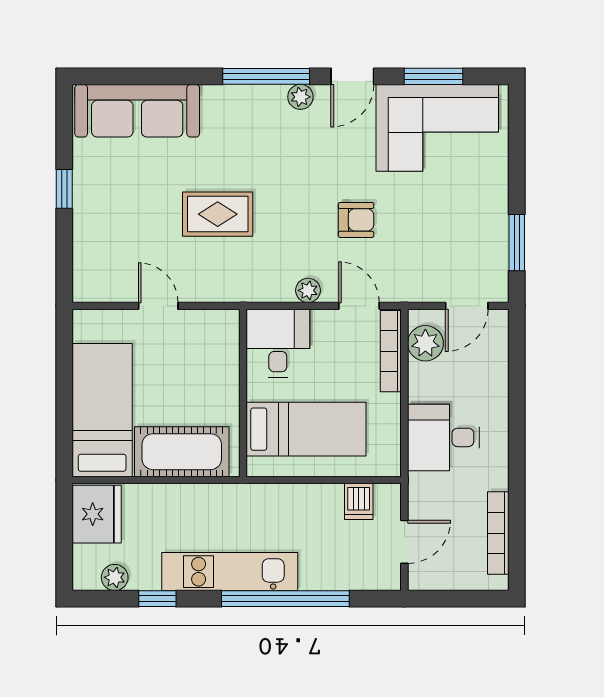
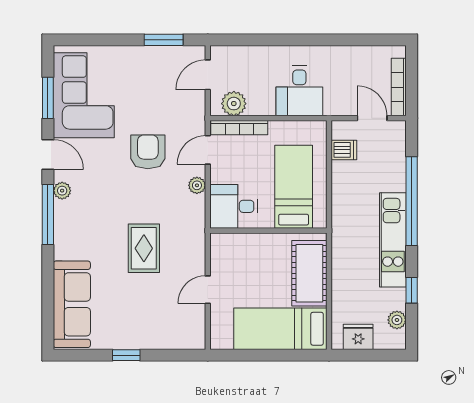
armchair: (356, 220) -> (148, 152), width x1.38, depth x1.38
door: (467, 306) -> (208, 75), swing flipped
fridge: (97, 514) -> (358, 337), width x0.73, depth x0.75
bookcase: (498, 533) -> (399, 87), moved, turned 90

